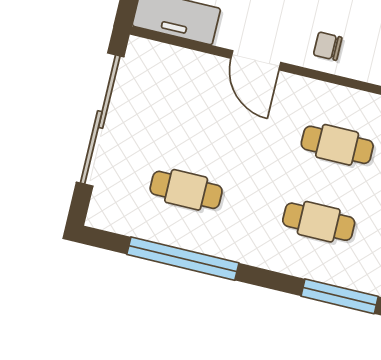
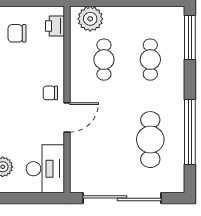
chair: (328, 46) -> (50, 93), moved, turned 90
cafe table: (186, 190) -> (150, 140), width x1.37, depth x1.35

